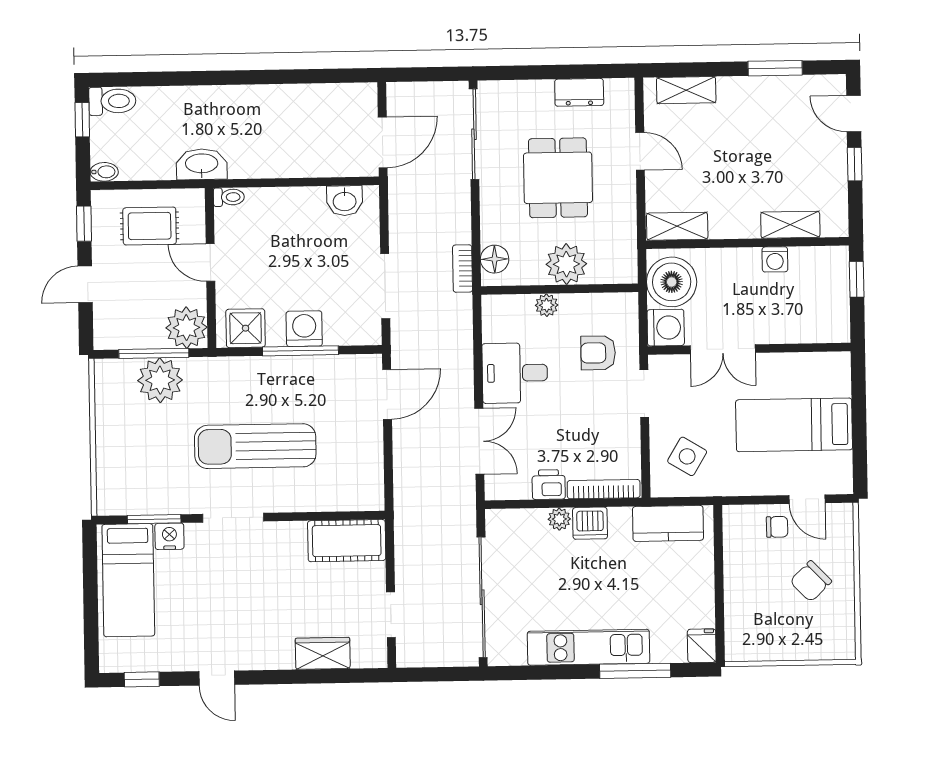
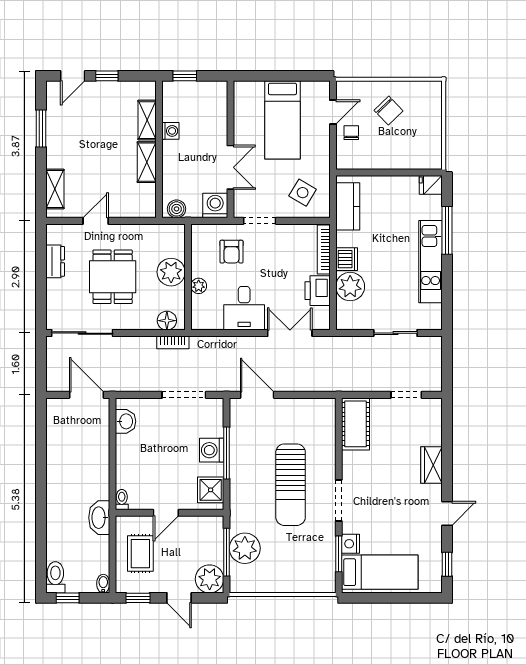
dining table: (558, 178) -> (113, 277), turned 90
shelving: (677, 226) -> (147, 162), moved
boiler: (672, 282) -> (177, 209), width x0.54, depth x0.54
plant: (186, 328) -> (210, 579), moved
printer: (549, 485) -> (318, 291), width x1.36, depth x1.24
plant: (559, 519) -> (350, 287), width x1.88, depth x1.88
sliding door: (482, 597) -> (395, 333), width x0.54
wardrobe: (323, 653) -> (432, 465), moved

